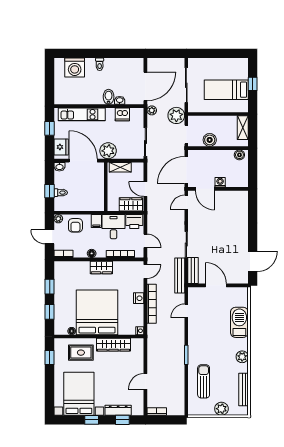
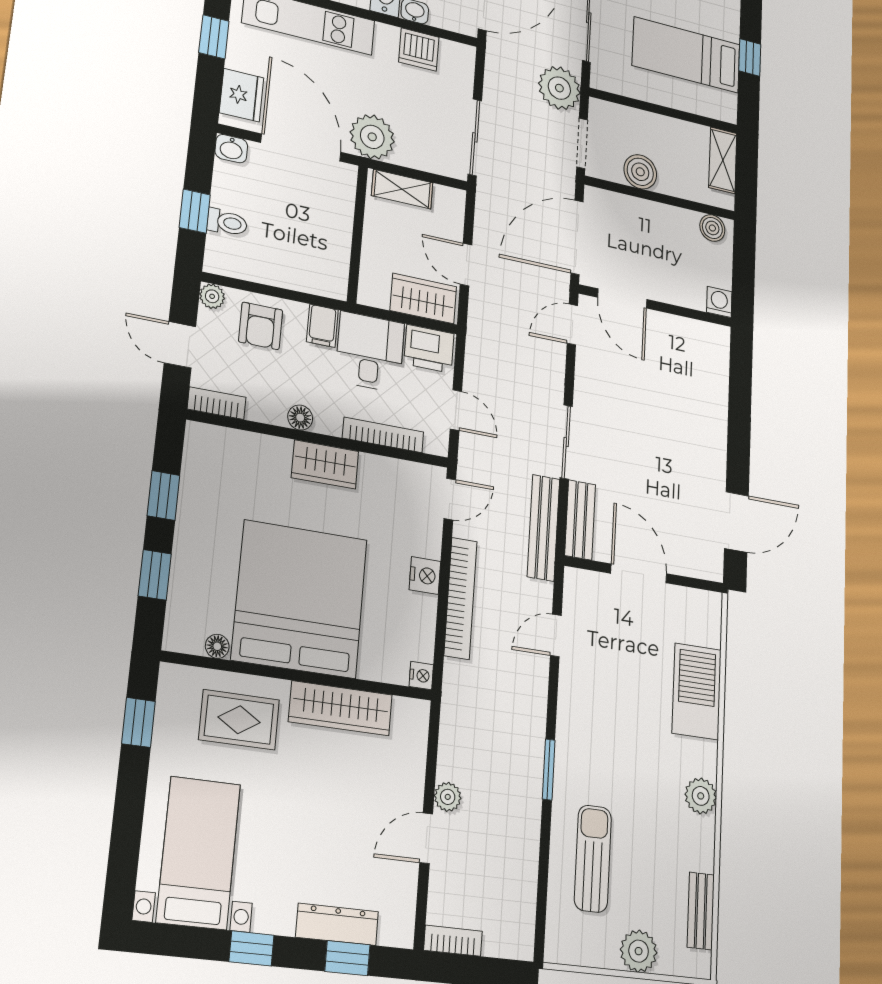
plant: (152, 110) -> (448, 797), moved
washing machine: (220, 182) -> (719, 302), moved
bench: (244, 390) -> (701, 911), width x0.73
bed with nightstands: (79, 394) -> (199, 853), width x0.73

